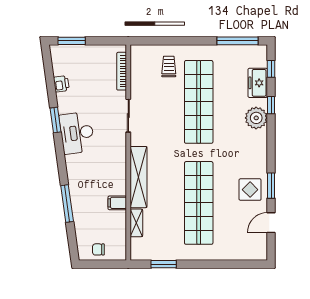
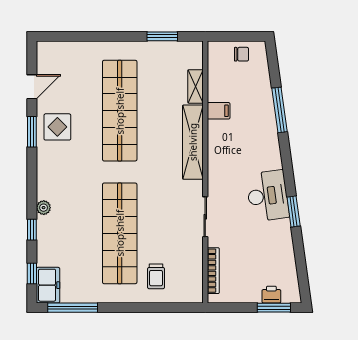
freezer: (258, 83) -> (48, 285), moved
printer: (61, 84) -> (271, 295), moved, turned 98
plant: (256, 118) -> (44, 208), width x0.53, depth x0.53

